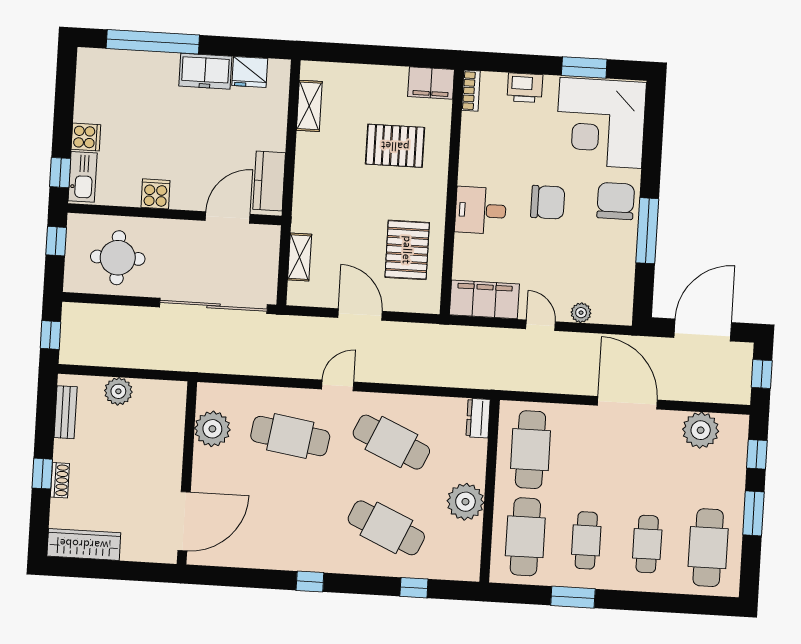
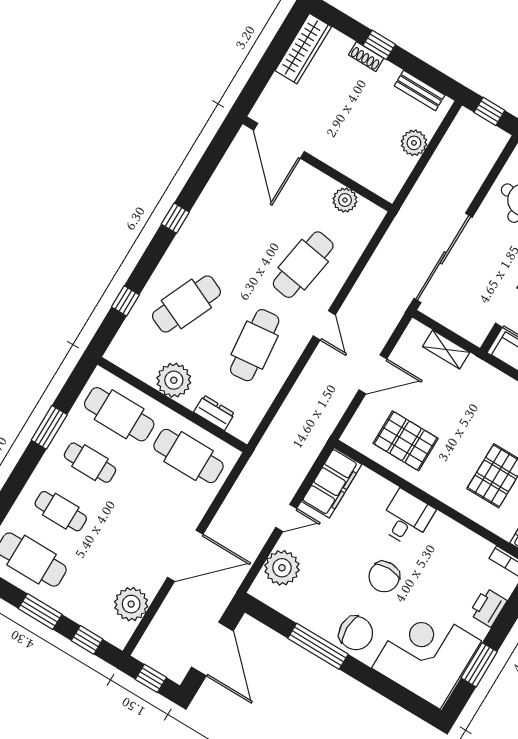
plant: (581, 313) -> (282, 568), width x1.87, depth x1.87
dresser: (478, 418) -> (214, 413), moved
plant: (212, 429) -> (345, 200), width x0.73, depth x0.73
cafe table: (391, 442) -> (255, 345), turned -30

